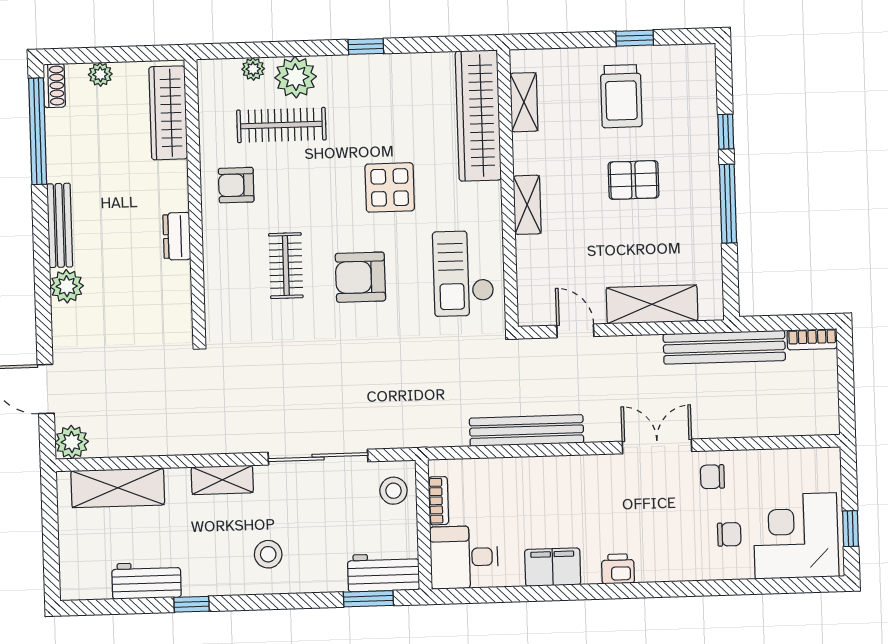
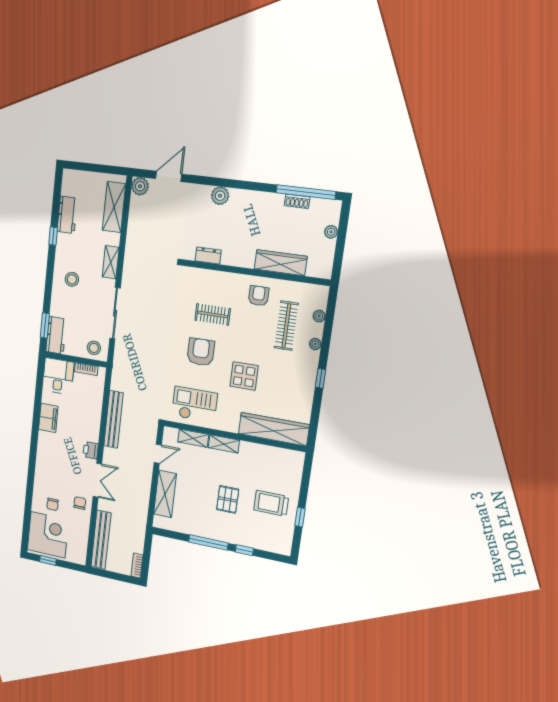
plant: (296, 77) -> (315, 344), width x0.53, depth x0.53
shoe rack: (54, 86) -> (297, 201), moved
shelving: (524, 102) -> (193, 438), moved
wardrobe: (168, 113) -> (281, 263), moved
bench: (60, 225) -> (253, 197), removed
dresser: (177, 236) -> (208, 256), moved
bench: (724, 347) -> (101, 540), moved
printer: (618, 569) -> (91, 450), moved, turned 180

